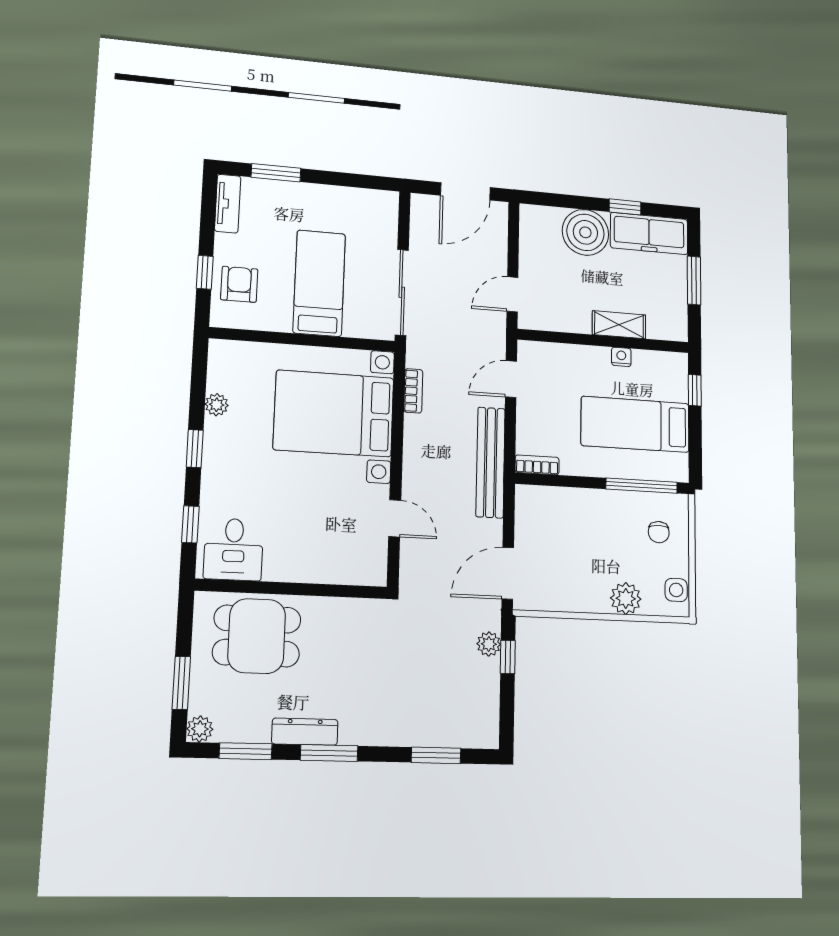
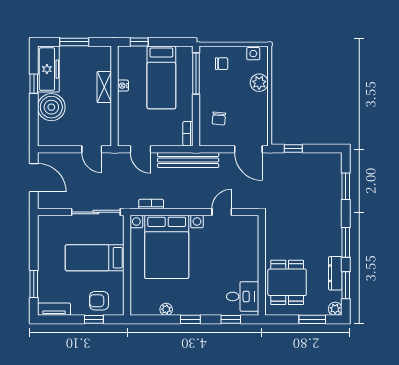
chair: (563, 522) -> (219, 118), added
plant: (489, 644) -> (287, 159), removed
dresser: (305, 732) -> (335, 273), moved

